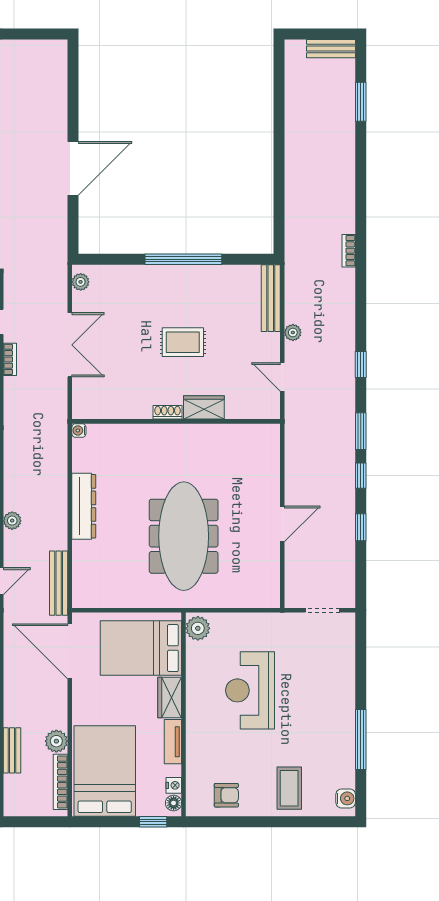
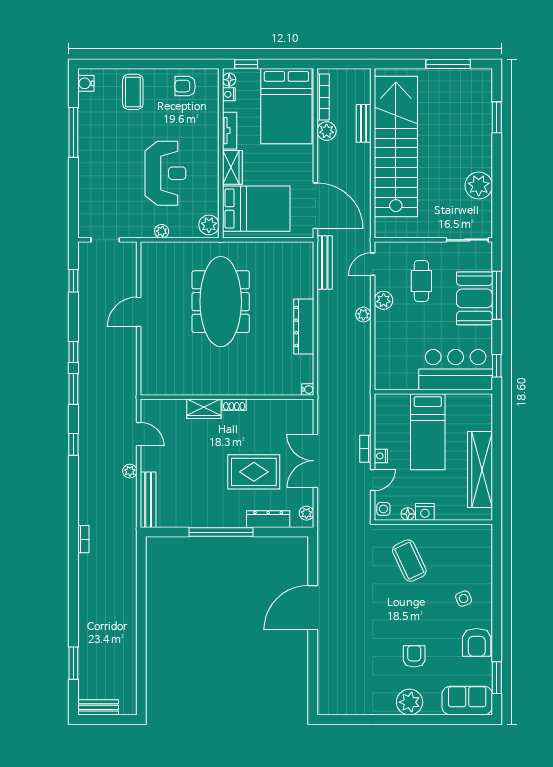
dresser: (127, 275) -> (268, 519), added
rug: (183, 342) -> (254, 472), moved, width x1.36, depth x1.43
window: (361, 527) -> (73, 281), moved
plant: (255, 621) -> (162, 231), added

